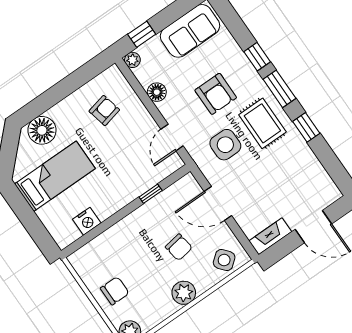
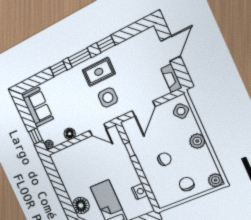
armchair: (216, 94) -> (76, 98), removed
armchair: (104, 110) -> (75, 167), removed
chair: (179, 247) -> (164, 159), moved

